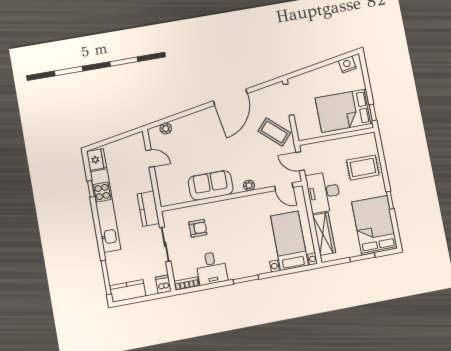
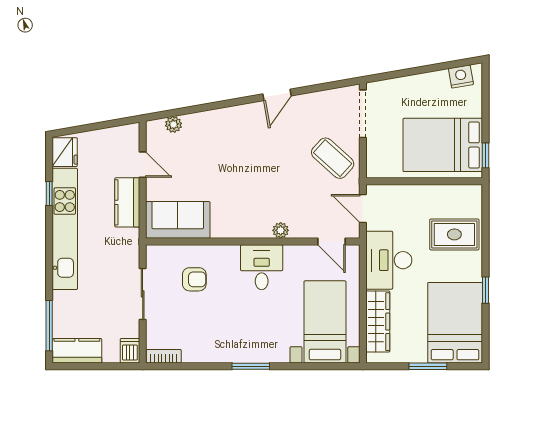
door: (230, 97) -> (277, 95), width x0.53
sofa: (211, 185) -> (178, 220), moved
kitchen counter: (148, 209) -> (127, 202), moved
desk: (211, 268) -> (262, 267), moved, turned 180

